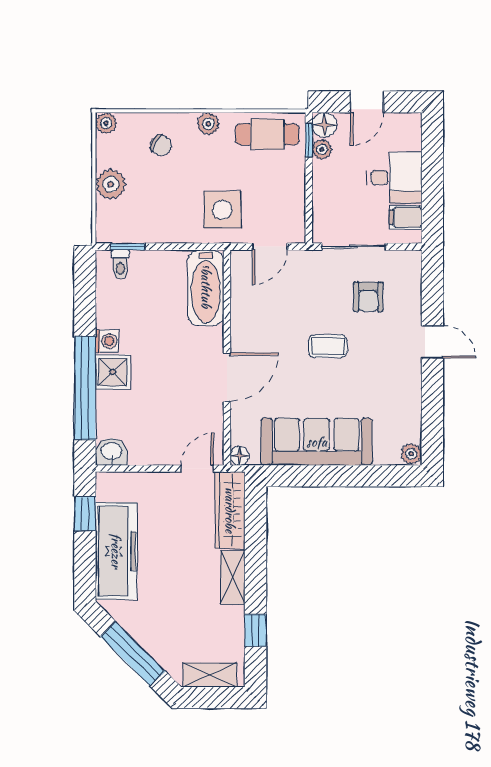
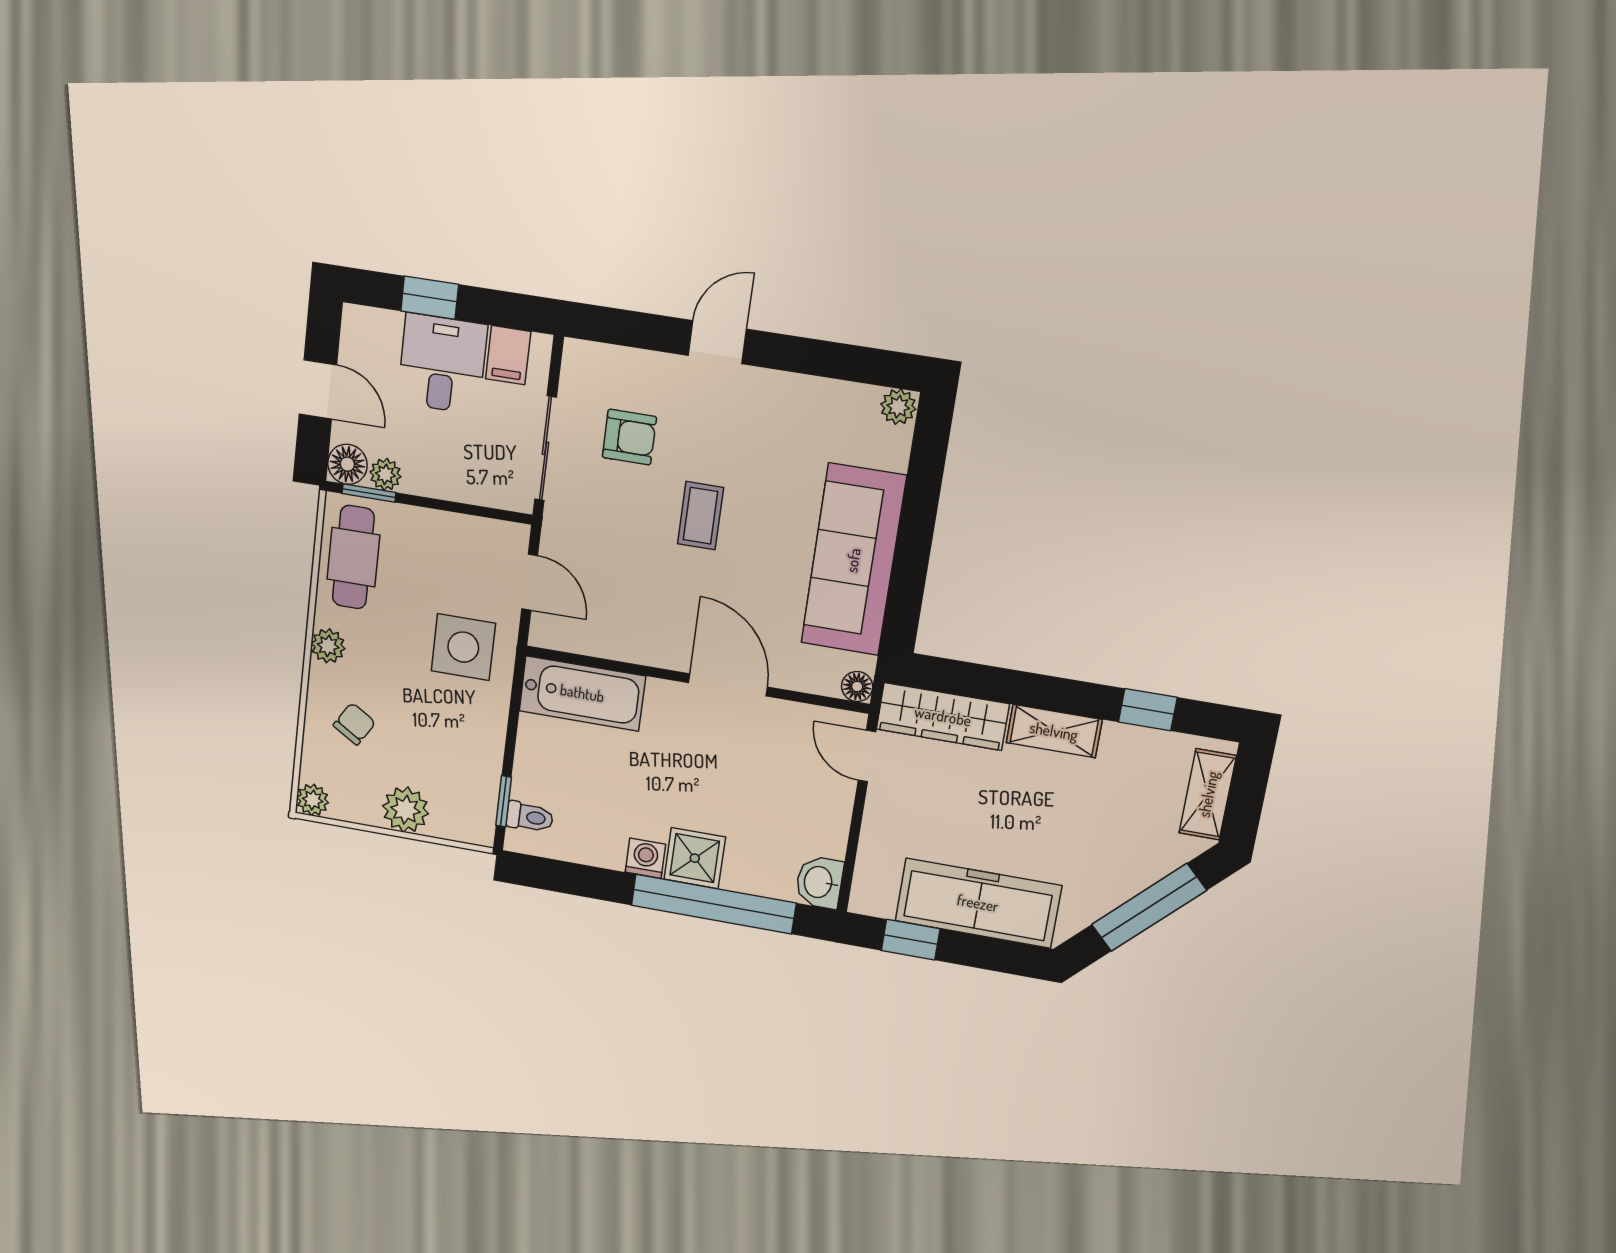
window: (432, 166) -> (430, 298), added

